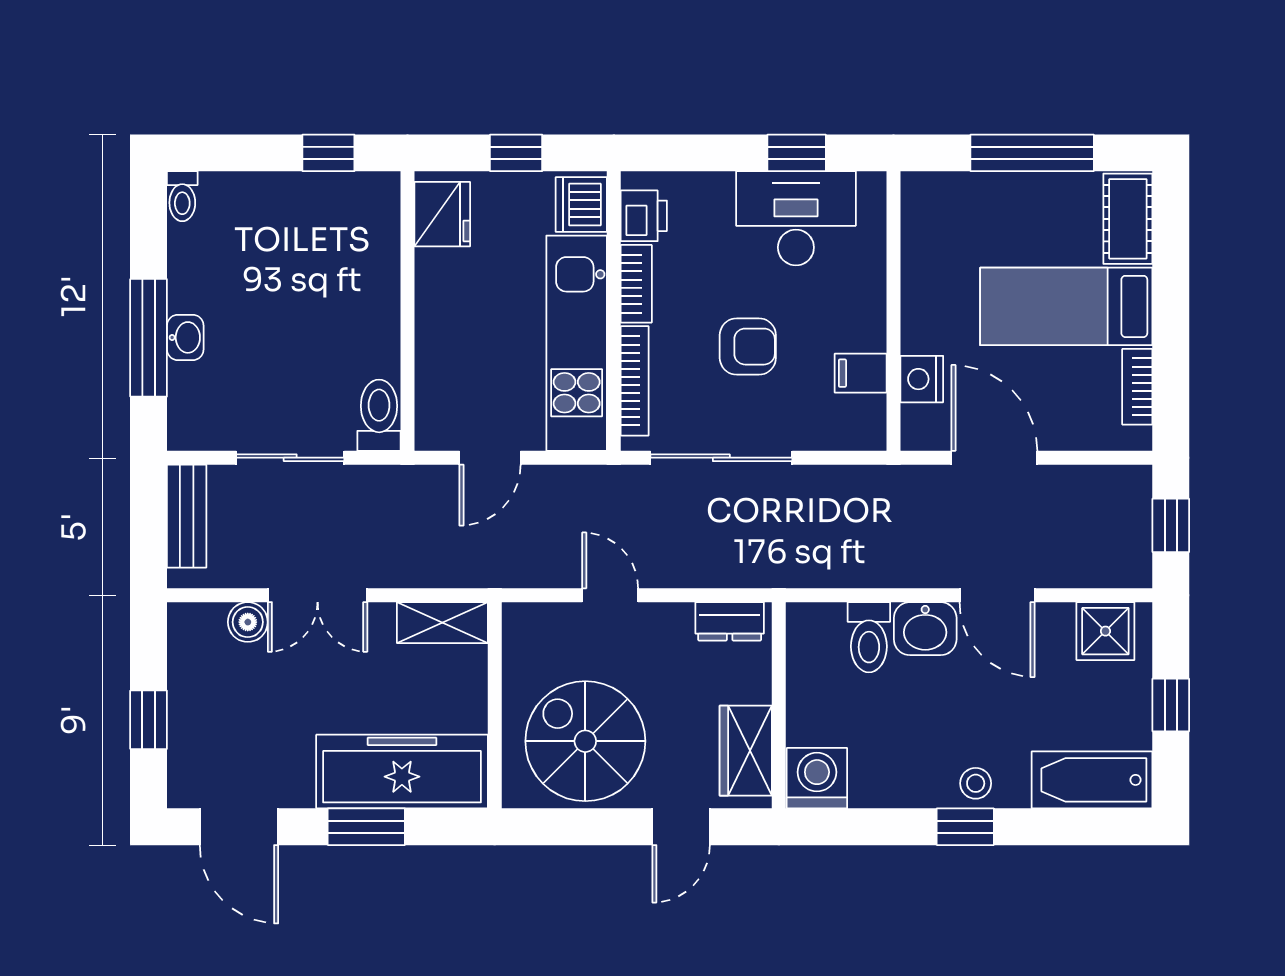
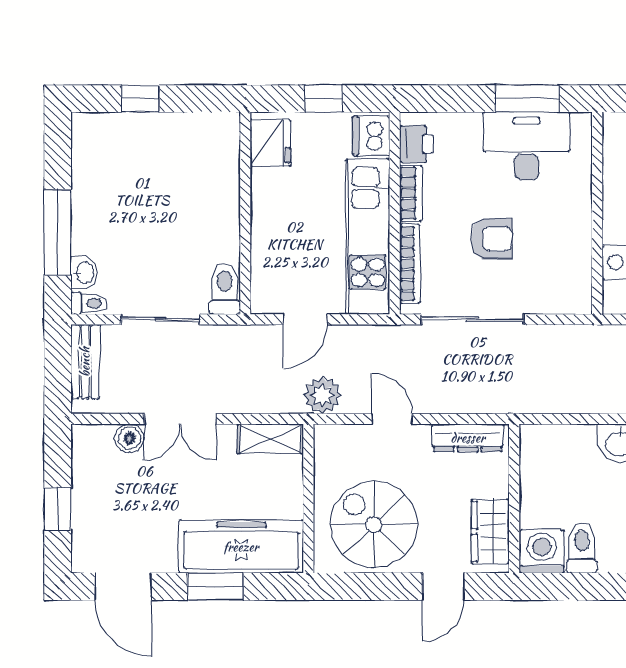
window: (328, 153) -> (140, 99), moved
window: (797, 153) -> (527, 99), width x1.50
toilet: (182, 196) -> (89, 303), moved, turned -90
washbasin: (185, 337) -> (84, 273), moved
filing cabinet: (861, 373) -> (573, 258), removed
plant: (514, 563) -> (322, 395), added
dresser: (730, 621) -> (468, 438), width x1.44
toilet: (869, 637) -> (582, 548), moved, turned 180

